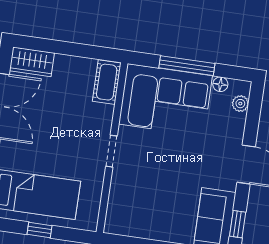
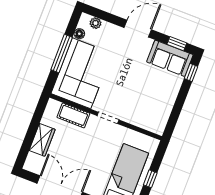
wardrobe: (32, 62) -> (42, 140), moved
cot: (107, 82) -> (73, 115), moved

